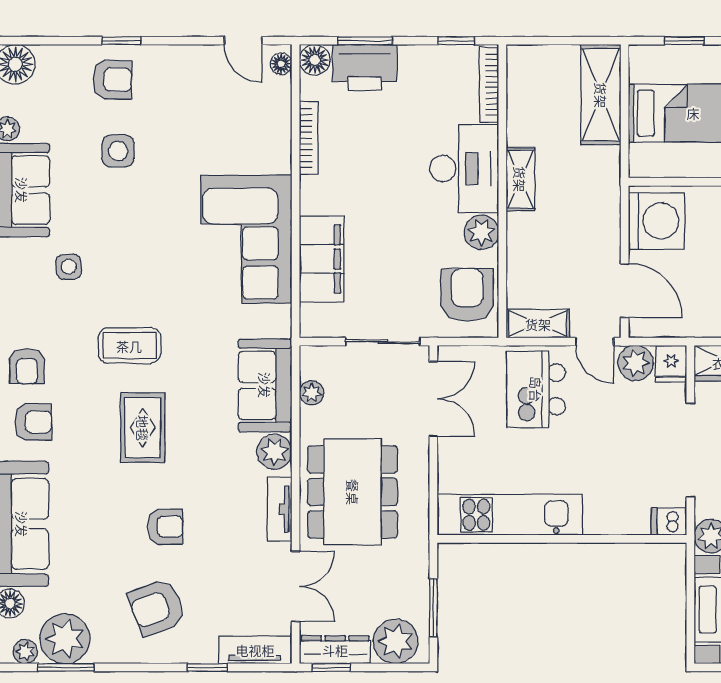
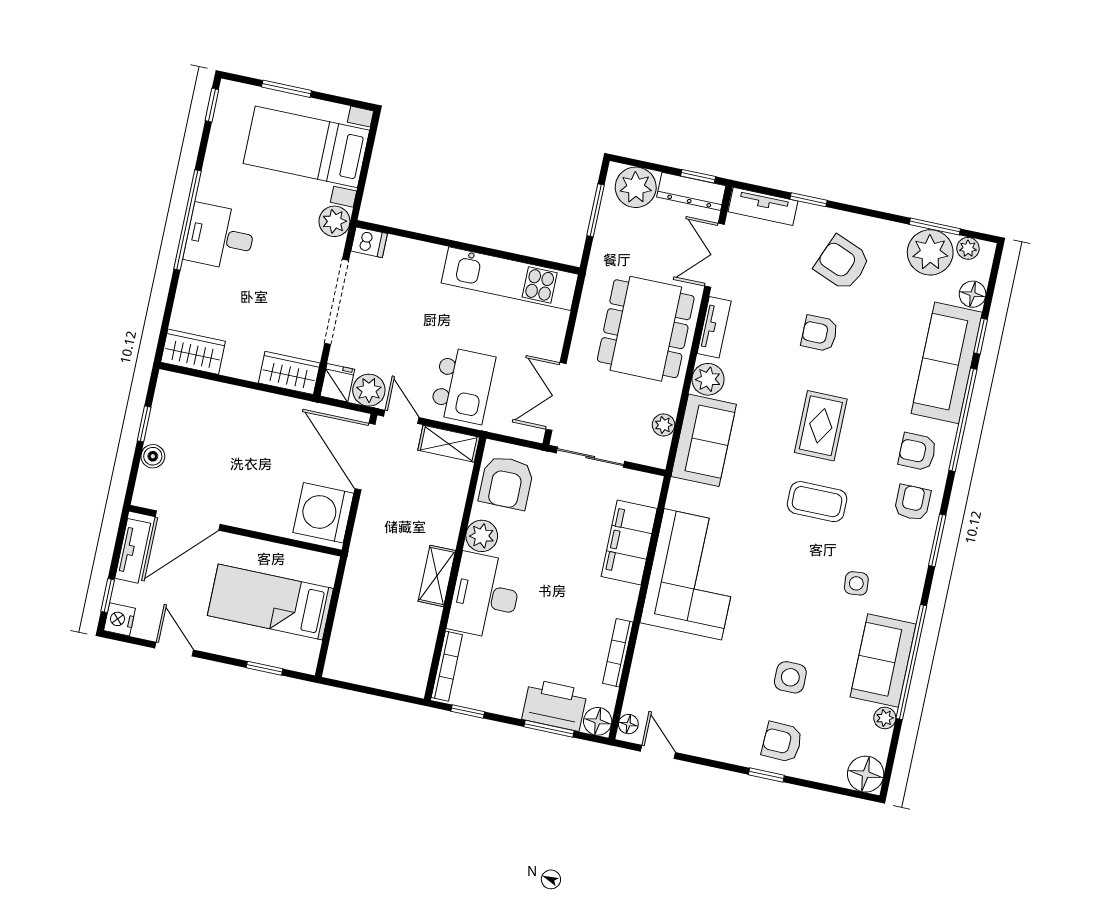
shelving: (601, 95) -> (349, 636), removed
door: (625, 291) -> (365, 457), width x1.36
armchair: (157, 607) -> (842, 263), turned -137

